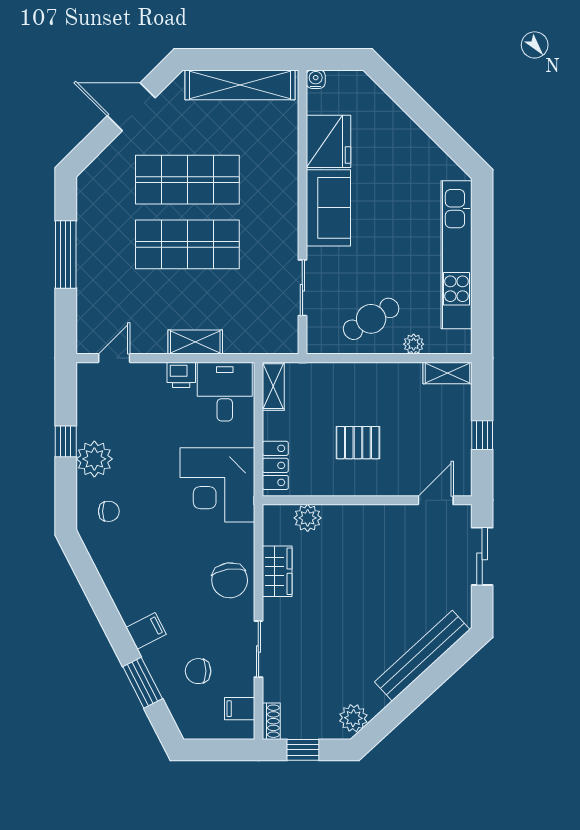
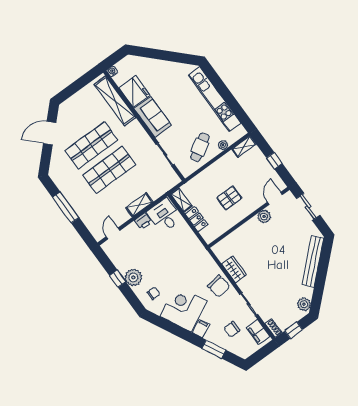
shelving: (240, 85) -> (115, 101), moved, turned 90
locker: (275, 465) -> (196, 219), moved
corner desk: (217, 485) -> (184, 309), moved, turned 153
plant: (308, 518) -> (264, 216), moved
filing cabinet: (240, 709) -> (258, 332), width x2.00

